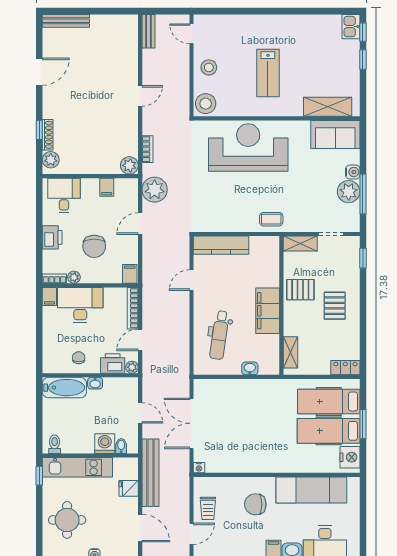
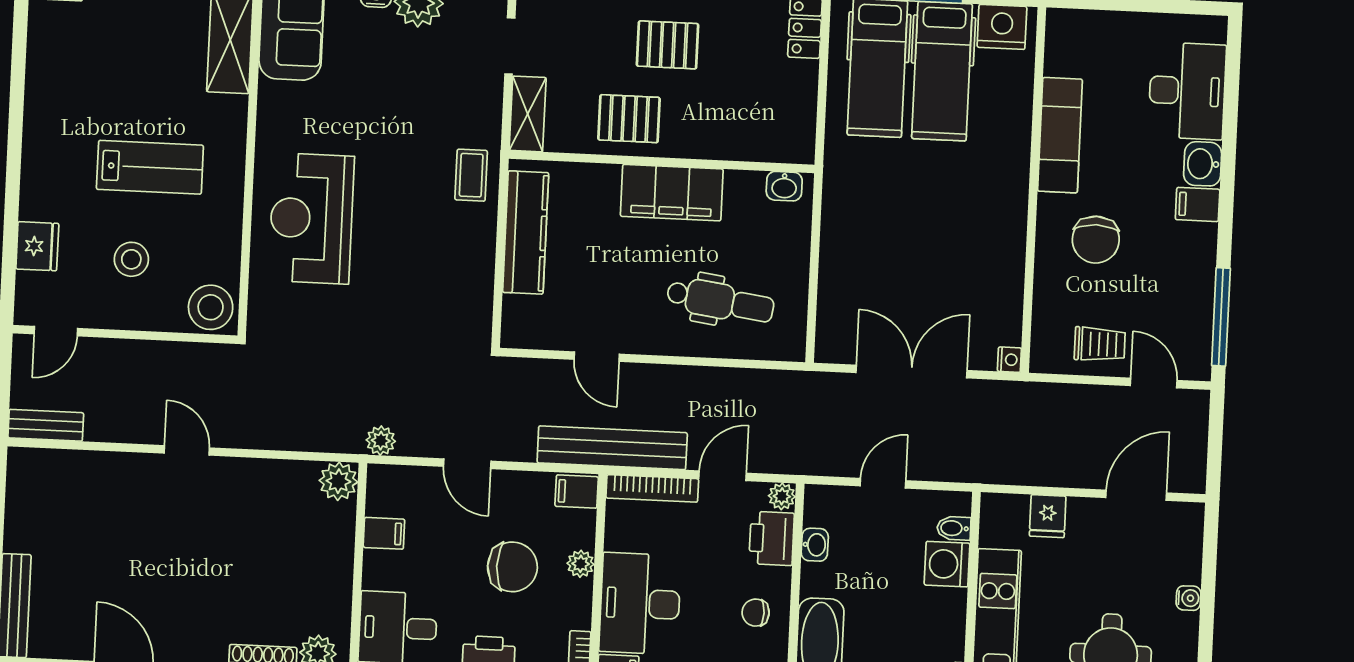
fridge: (230, 24) -> (37, 246), added
stool: (209, 67) -> (131, 259), moved
reception desk: (248, 147) -> (311, 218), width x0.74, depth x0.77
bookcase: (147, 149) -> (305, 440), removed
plant: (155, 190) -> (381, 441), width x0.53, depth x0.53
kitchen counter: (221, 245) -> (526, 232), moved
plant: (74, 277) -> (581, 564), moved
pallet: (300, 290) -> (629, 119), turned 90
door: (140, 340) -> (722, 476), swing flipped
shelving: (290, 352) -> (766, 147), removed
washbasin: (250, 368) -> (784, 186), moved, turned -90
washbasin: (95, 383) -> (815, 545), moved
double door: (191, 423) -> (912, 372), swing flipped
bench: (150, 473) -> (612, 448), moved
exam couch: (311, 490) -> (1060, 135), width x0.73, depth x0.69

